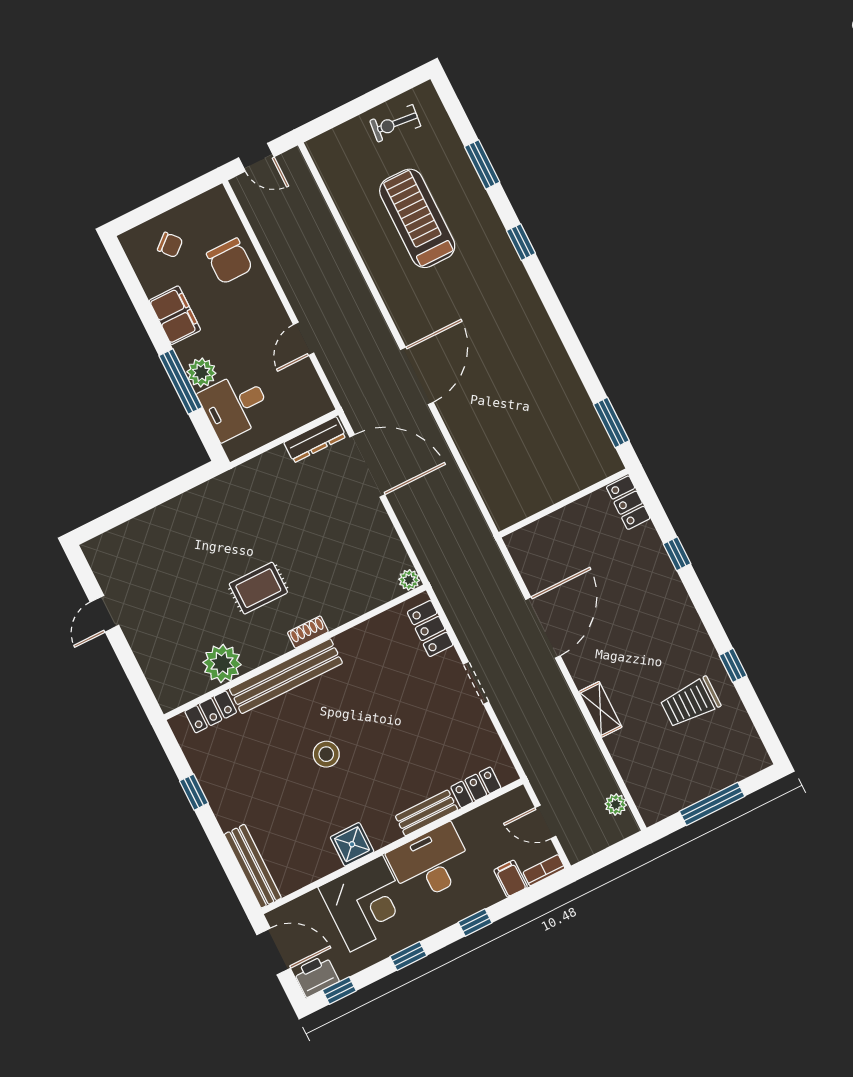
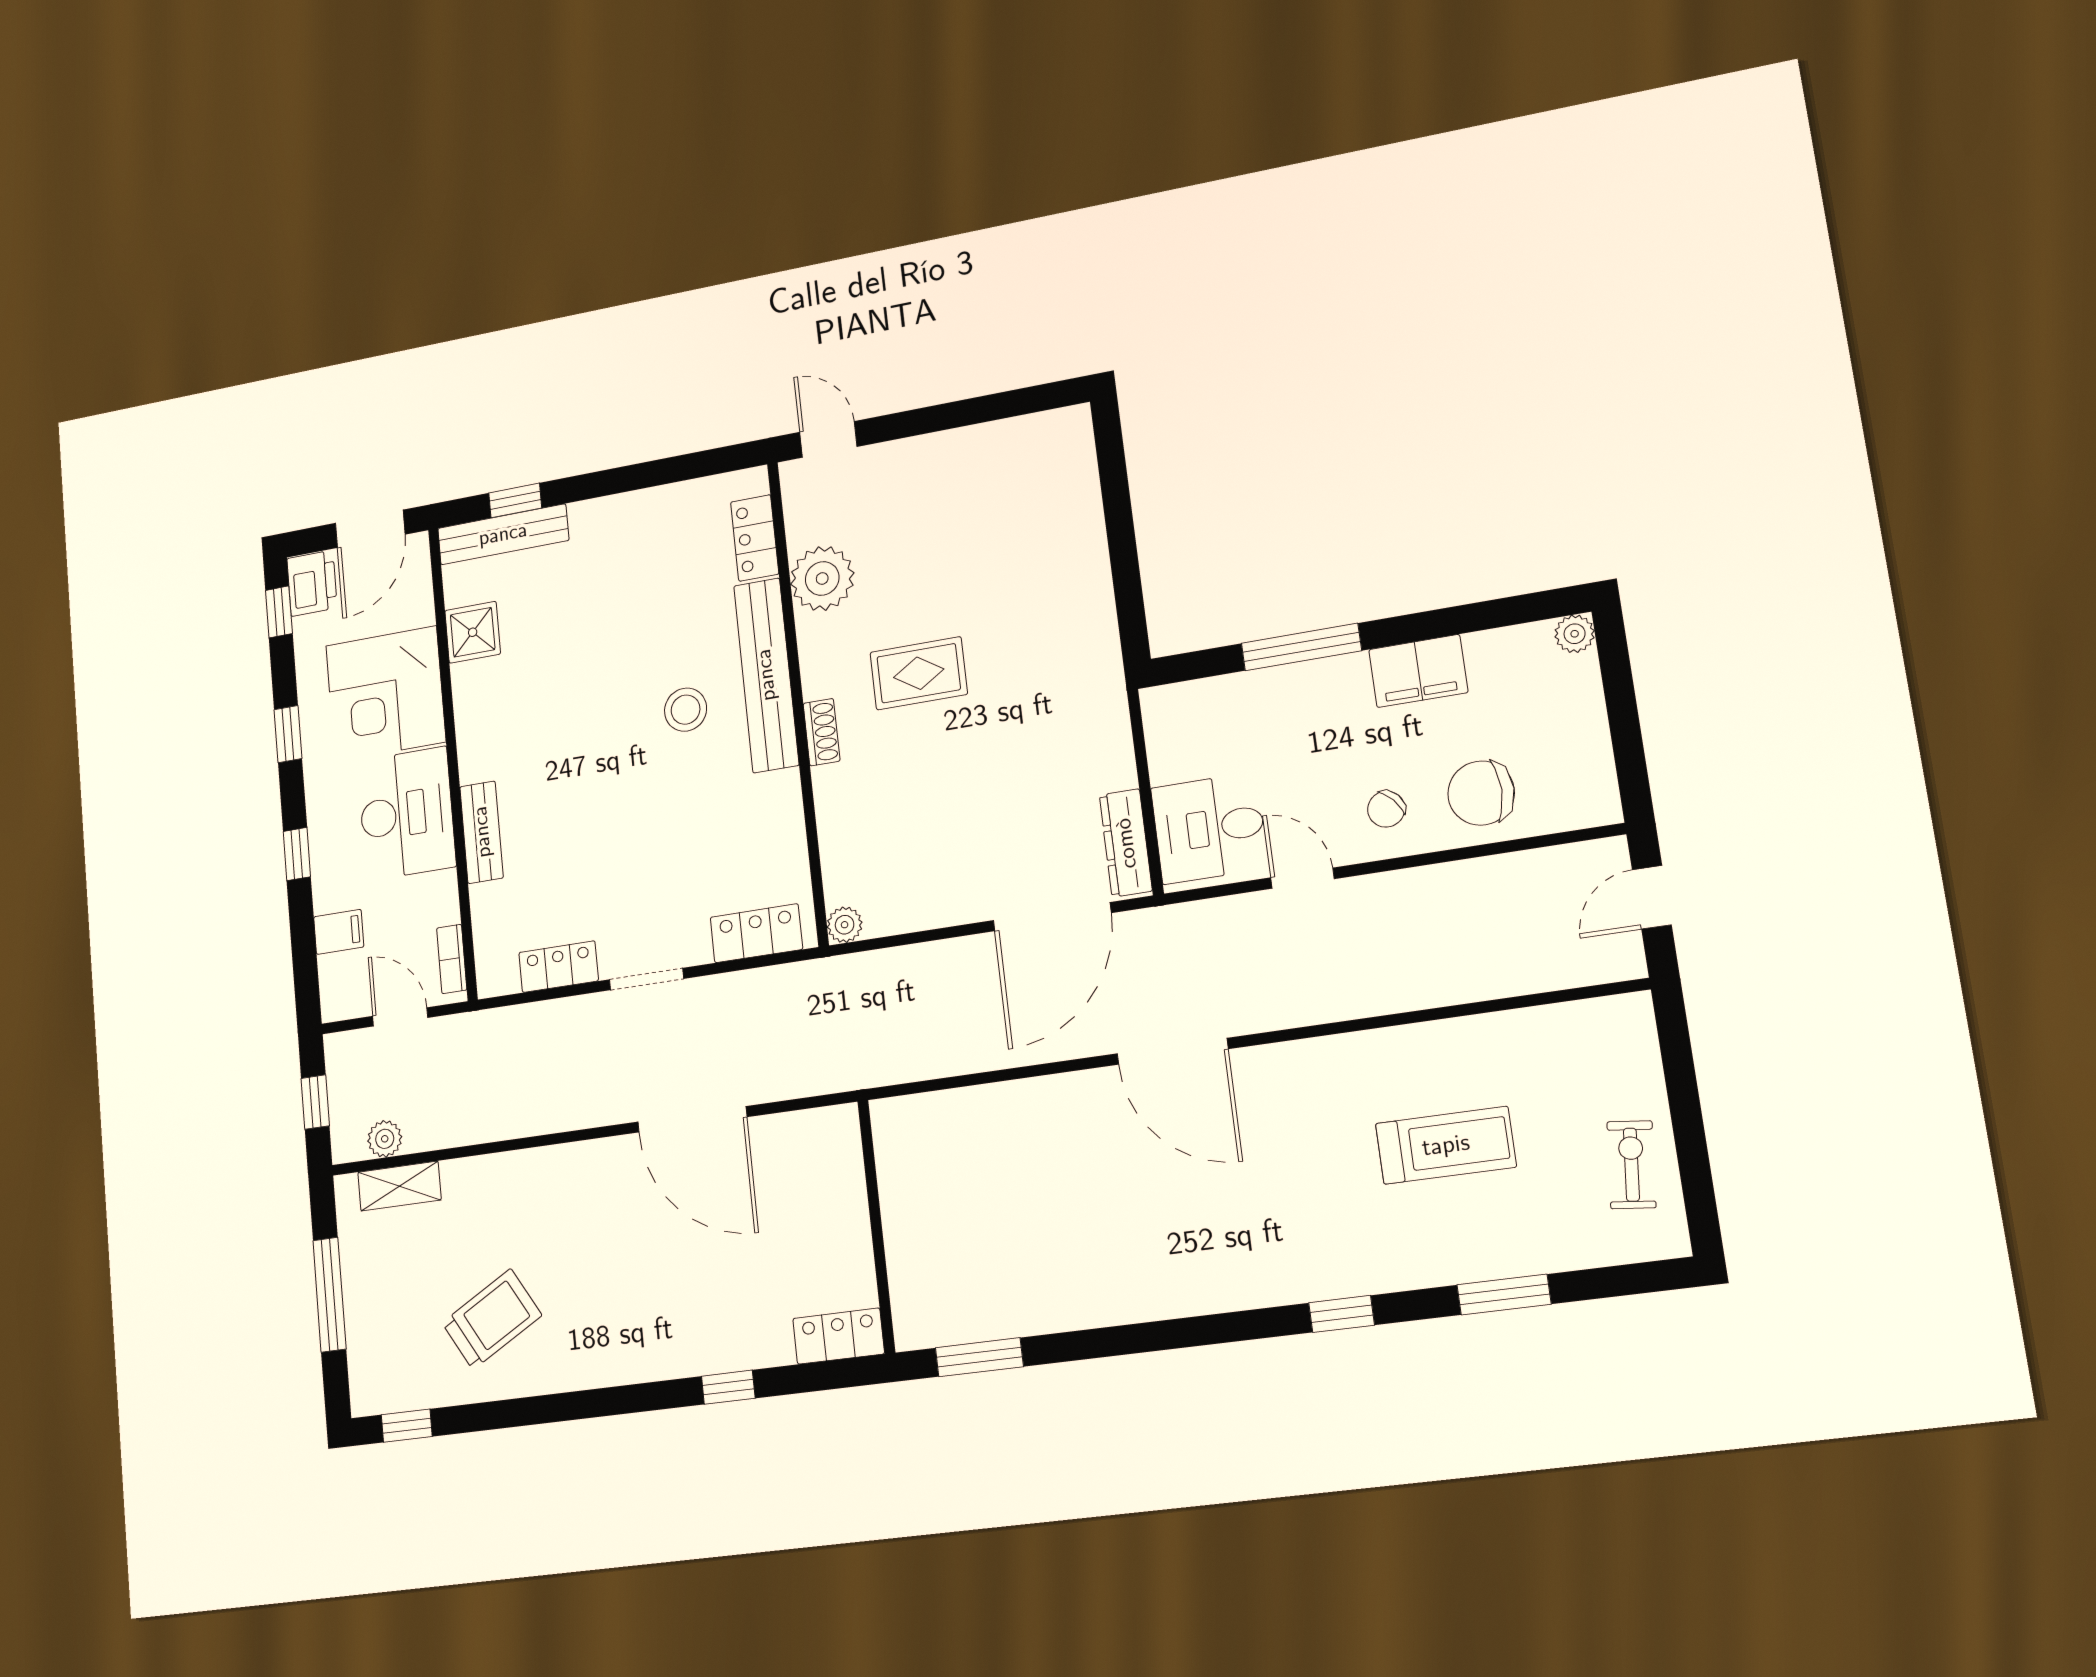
treadmill: (417, 218) -> (1446, 1145), width x0.73, depth x0.73
chair: (170, 245) -> (1386, 809), moved
plant: (201, 373) -> (1575, 634), moved, width x0.73, depth x0.73
desk: (235, 406) -> (1209, 828), moved, turned -90
rug: (258, 588) -> (919, 673), turned 90
door: (104, 614) -> (828, 439), moved
window: (733, 665) -> (407, 1426), moved
trolley: (690, 702) -> (492, 1319), turned 60
shelving: (600, 709) -> (399, 1186), moved
stool: (326, 754) -> (686, 710), moved
locker: (476, 787) -> (559, 967), moved, turned -90
window: (194, 792) -> (515, 500), moved
door: (546, 822) -> (400, 1017), hinge flipped
shower: (352, 844) -> (473, 632), moved
window: (610, 855) -> (315, 1102), added
bookcase: (544, 870) -> (452, 959), moved, turned 180

